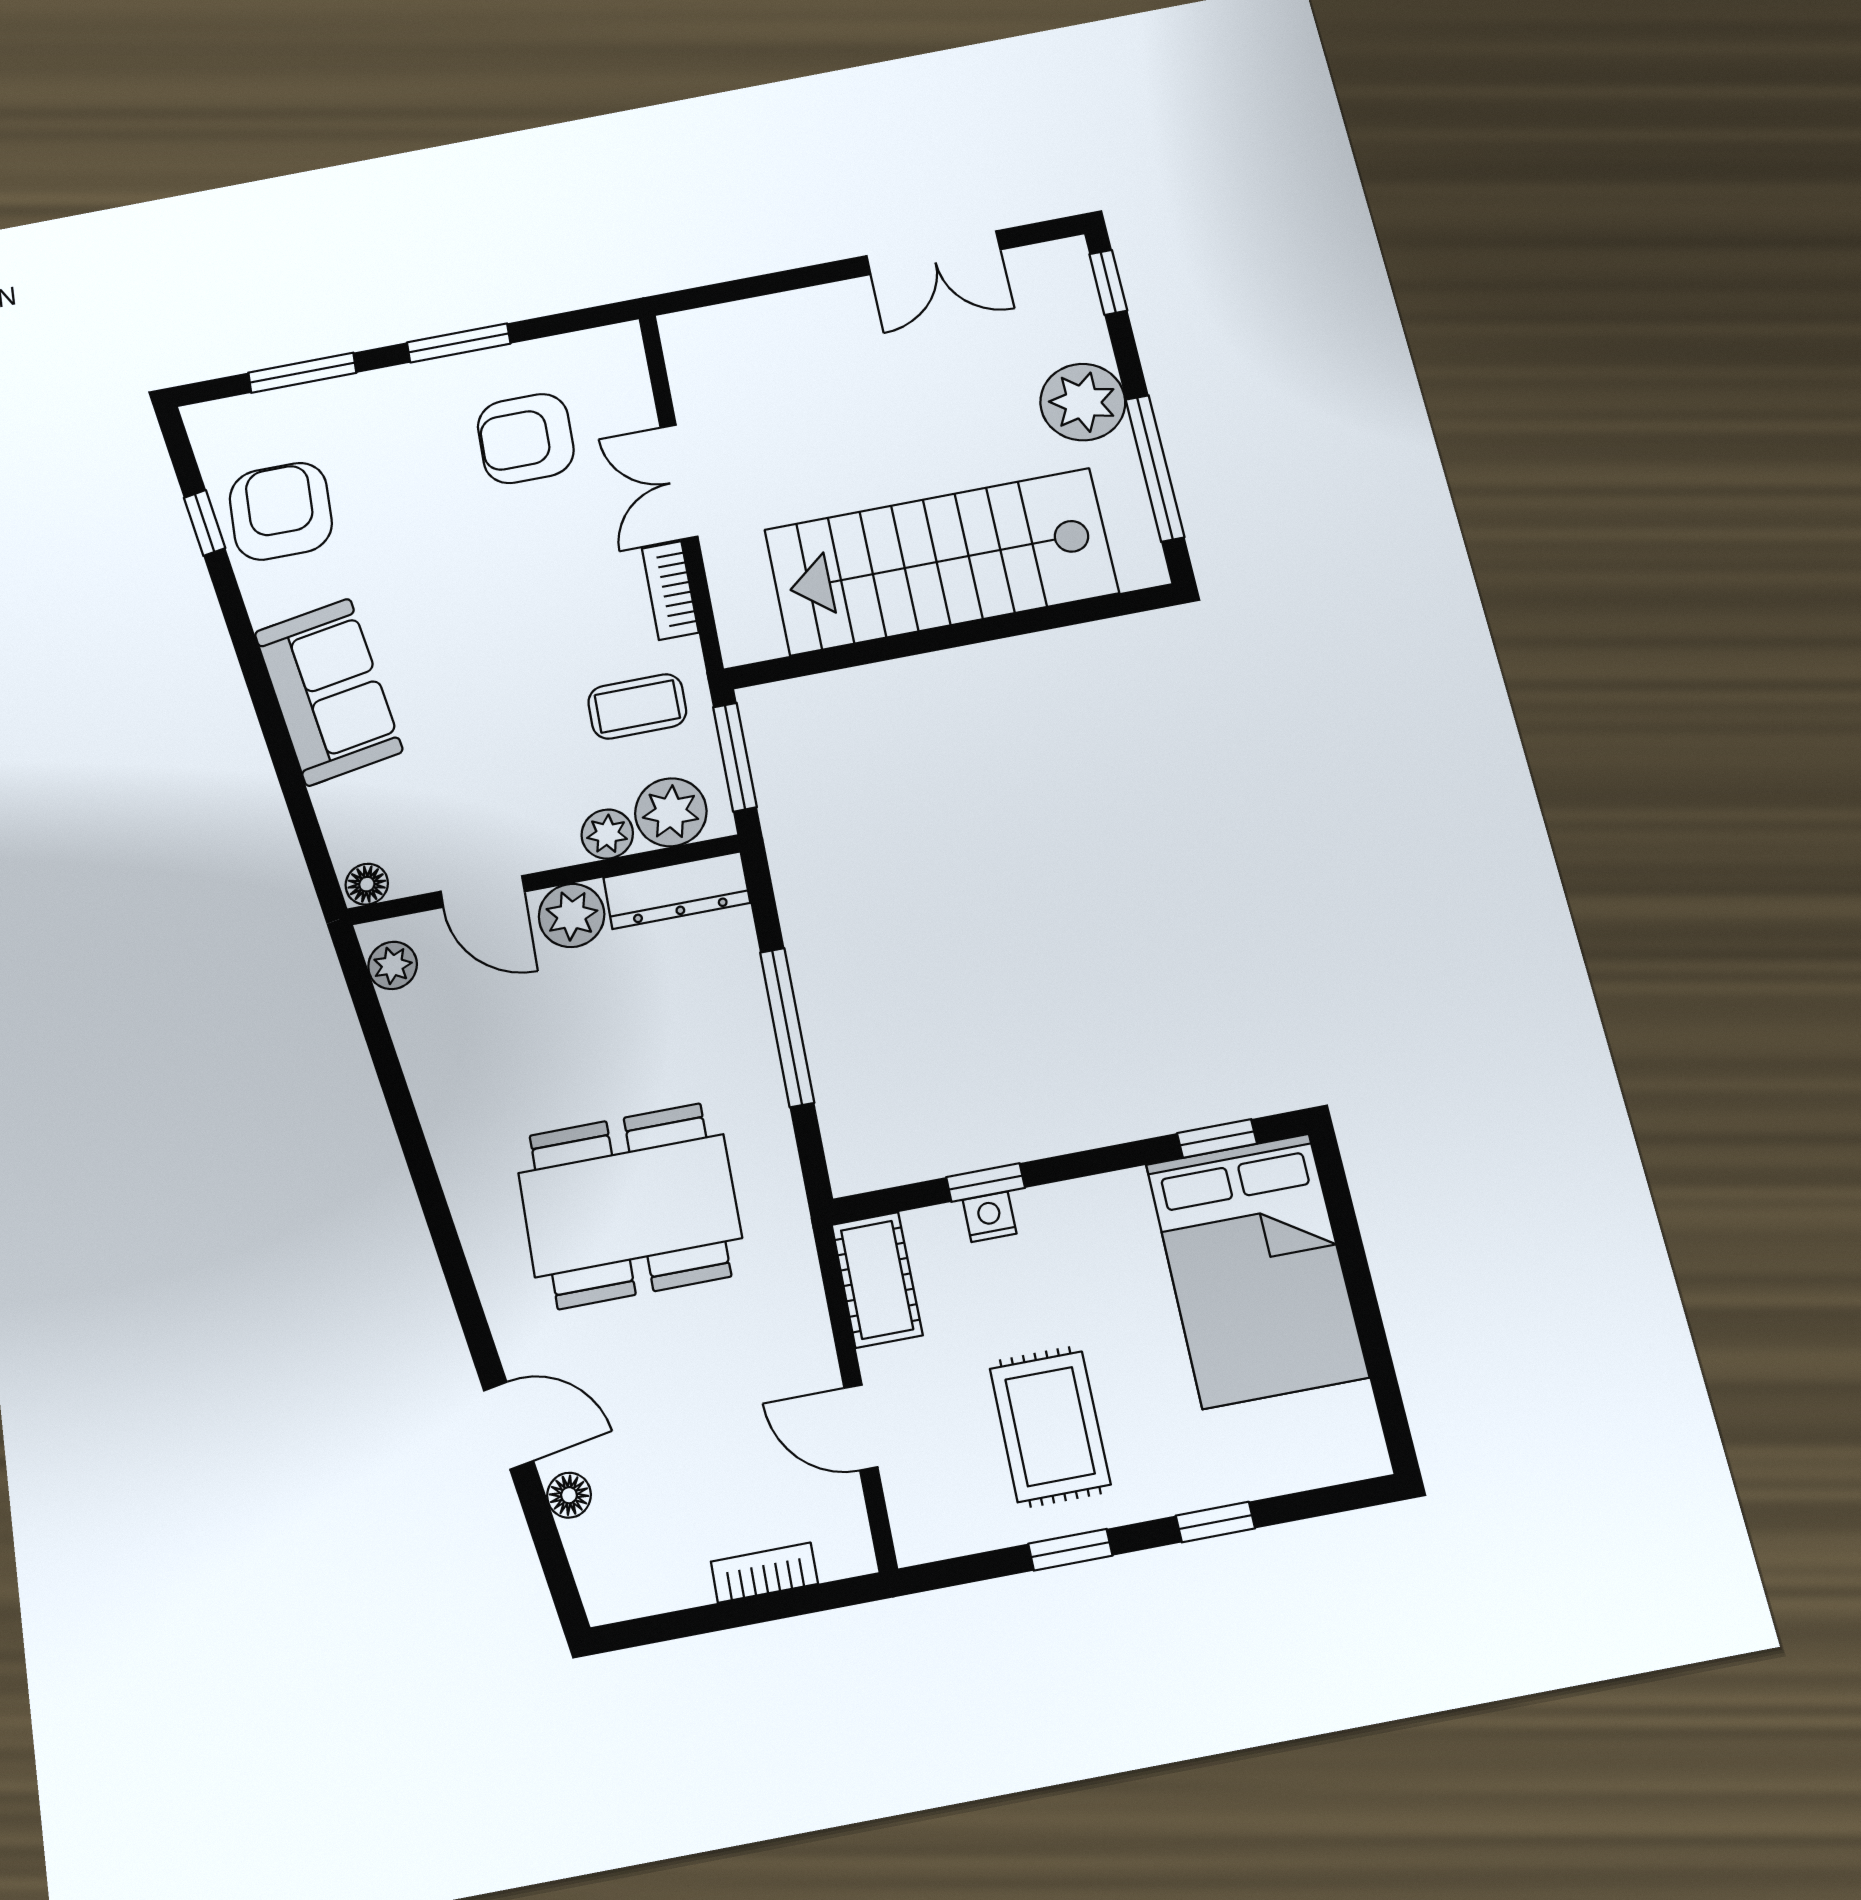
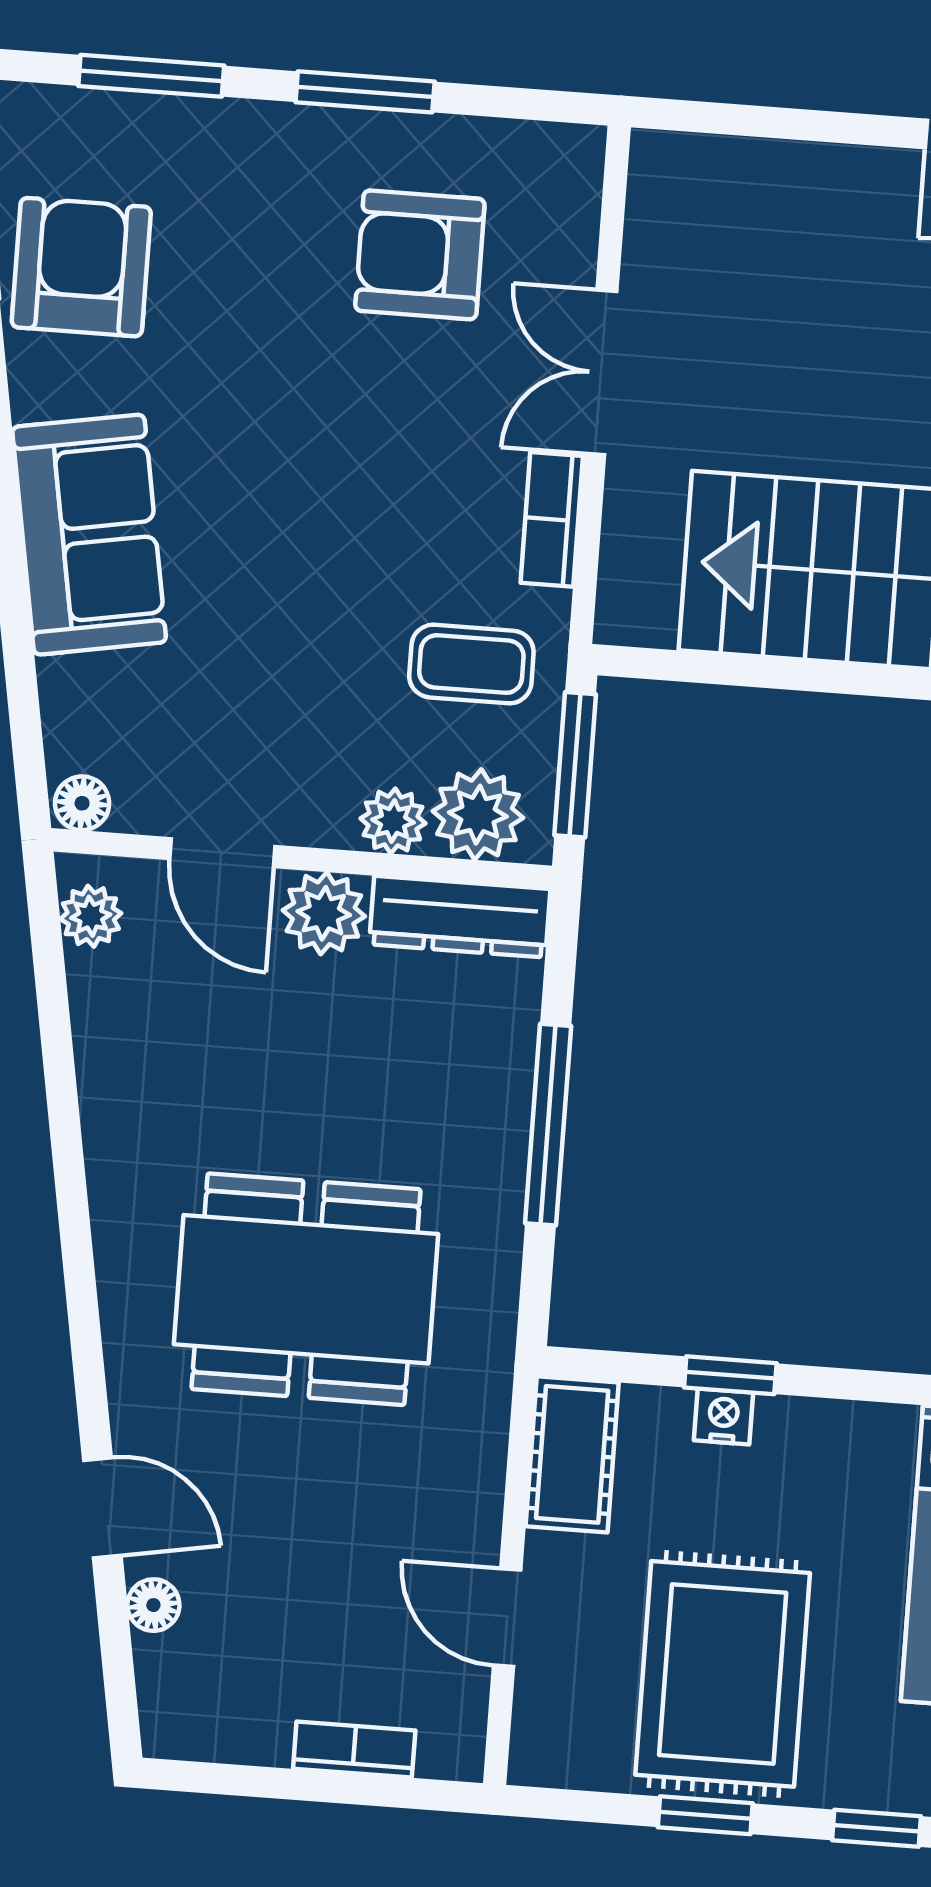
rug: (1050, 1426) -> (723, 1674), width x1.36, depth x1.43

